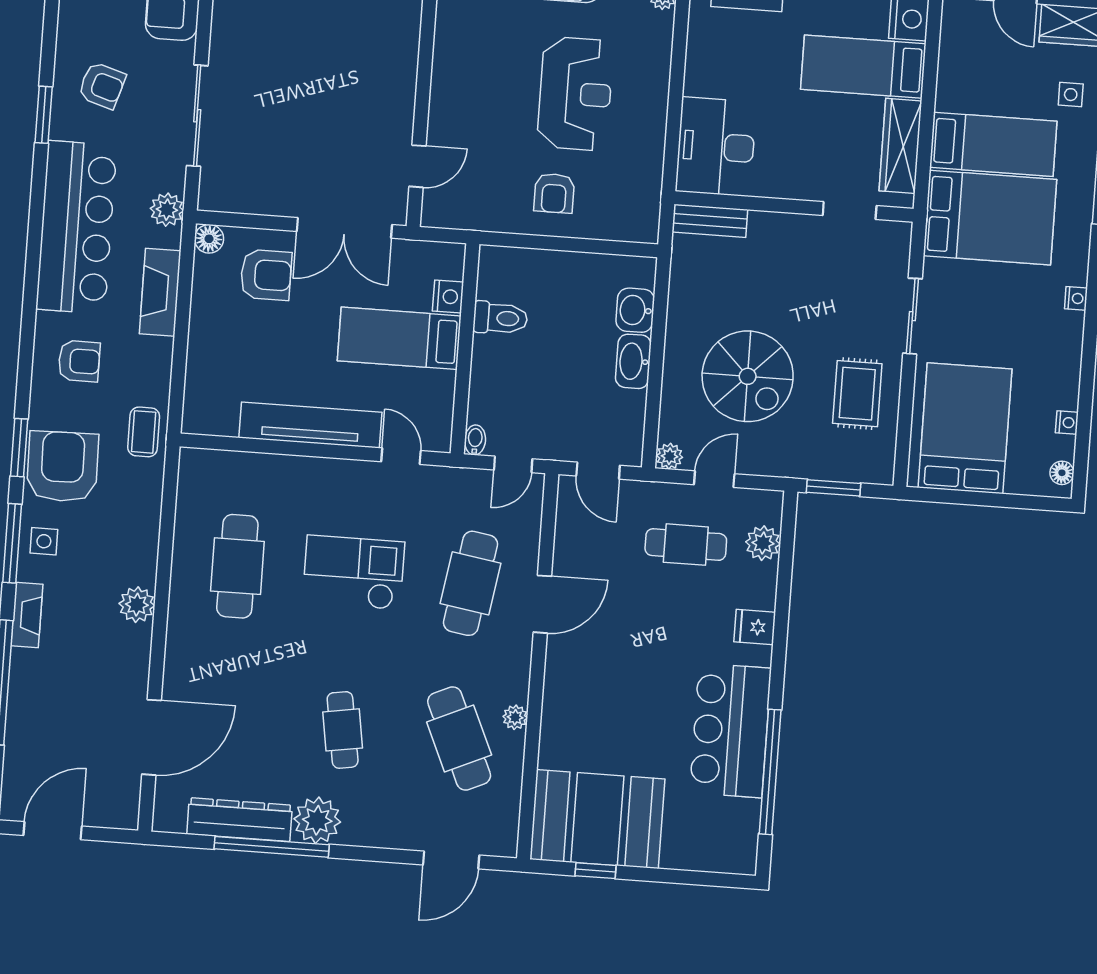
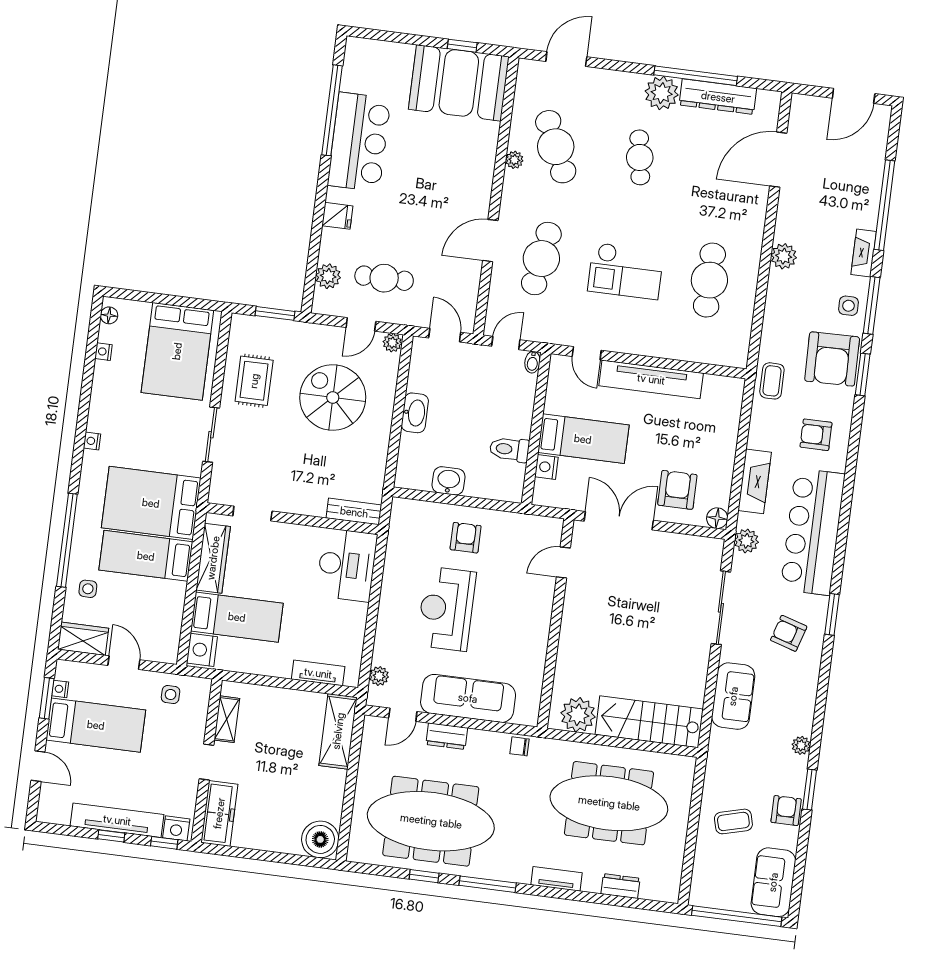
armchair: (266, 275) -> (677, 490), turned 90
washbasin: (635, 310) -> (449, 481), moved, turned -90

